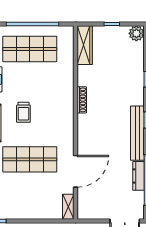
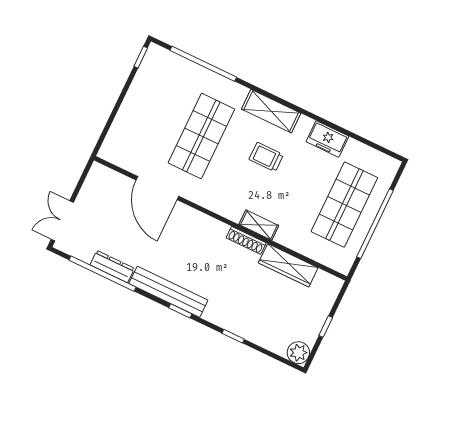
wardrobe: (85, 45) -> (288, 265), moved
shelving: (68, 207) -> (259, 225), moved

